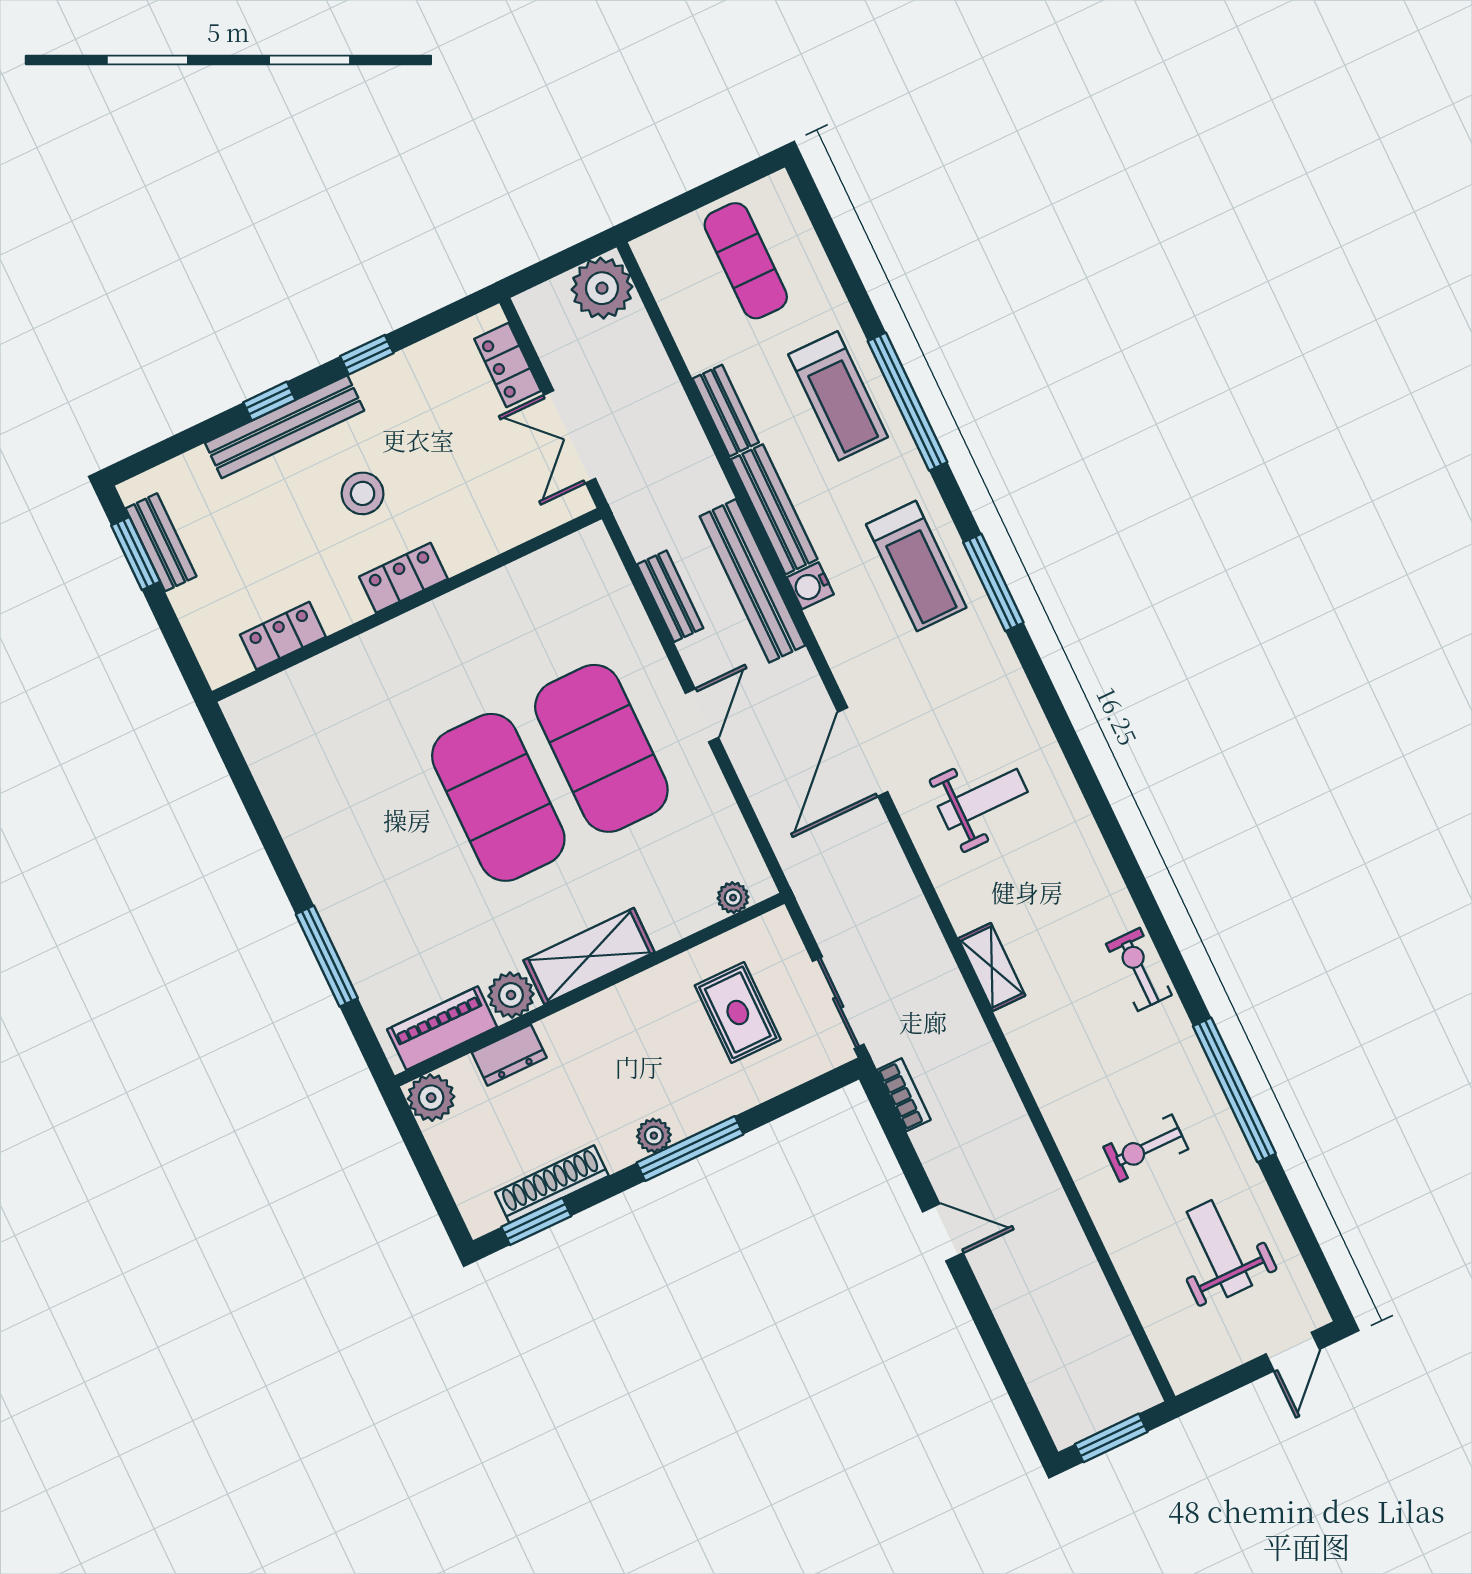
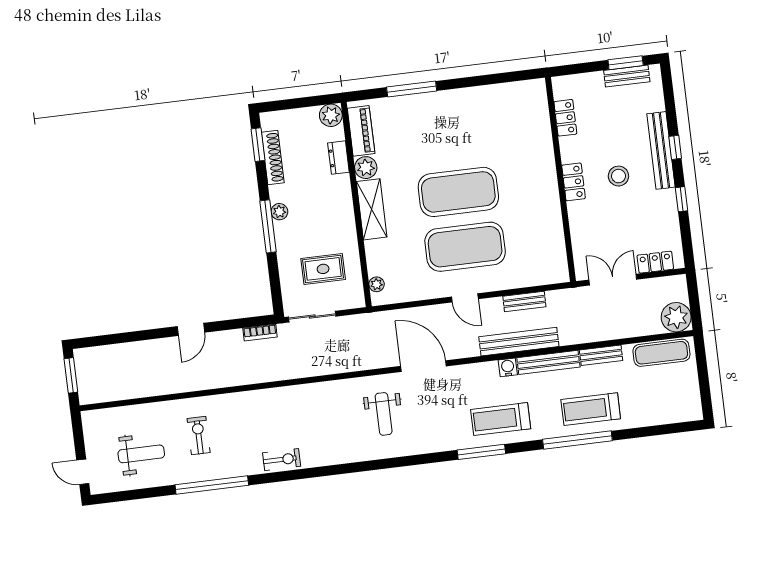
exercise mat: (746, 261) -> (661, 353), moved
shelving: (992, 967) -> (305, 392), removed

